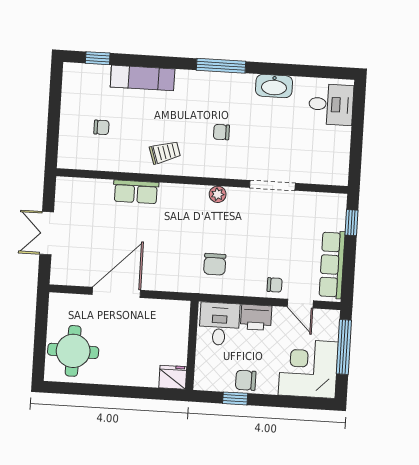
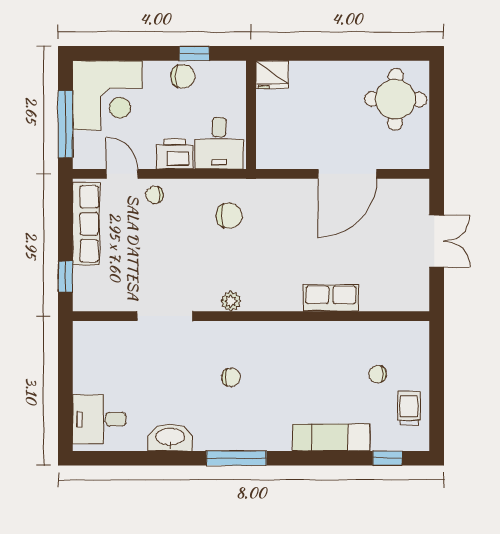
trolley: (165, 152) -> (409, 408), moved, turned 108
chair: (215, 264) -> (229, 216), turned 90

